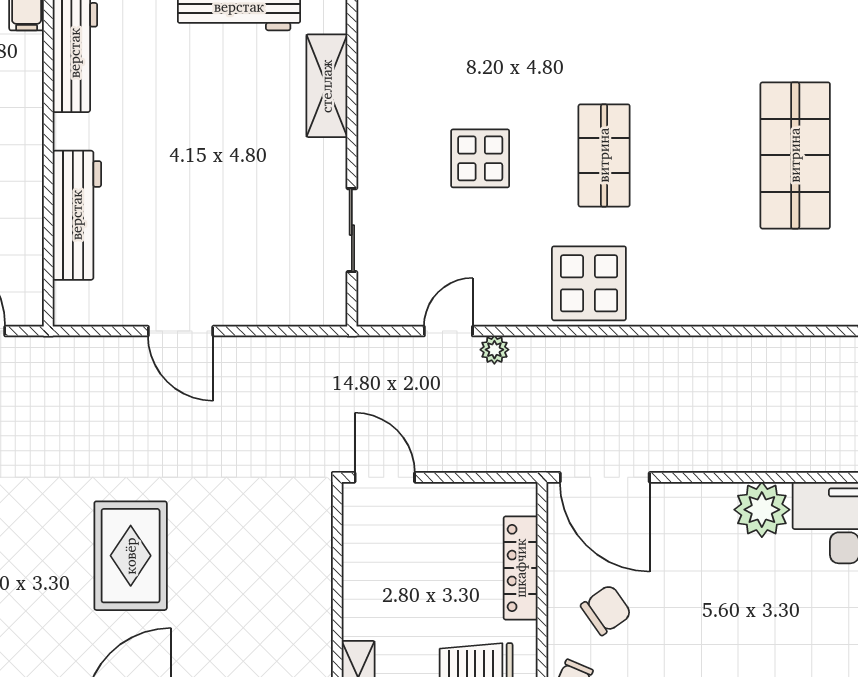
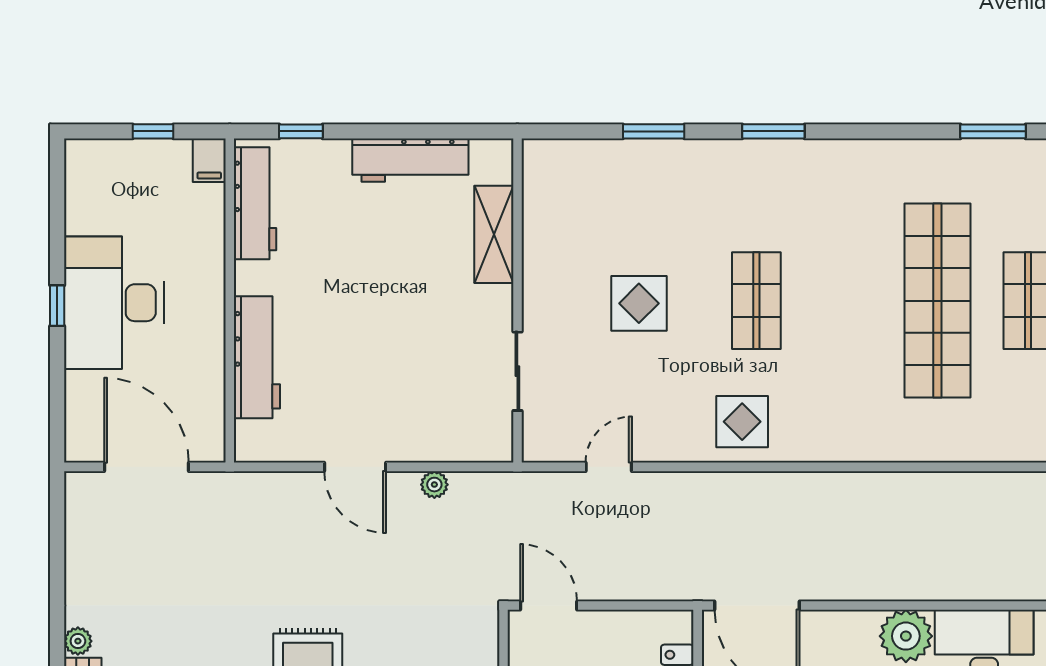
shop shelf: (795, 155) -> (937, 301), width x1.40
display table: (589, 283) -> (742, 422), width x0.73, depth x0.73
plant: (494, 350) -> (434, 485), moved

